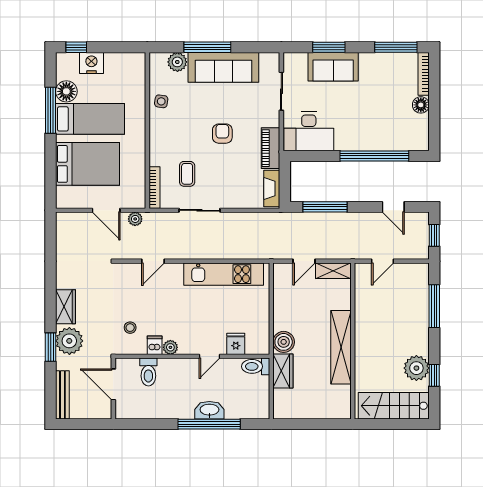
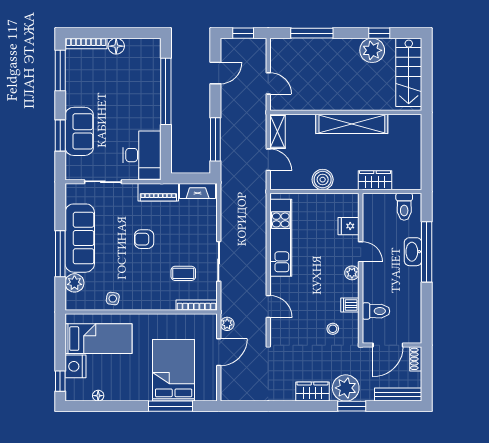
floor lamp: (66, 91) -> (98, 396), width x0.53, depth x0.53
window: (51, 110) -> (170, 406), moved
bed: (90, 119) -> (99, 339), moved, turned 90
boiler: (284, 342) -> (323, 180), moved
plant: (170, 347) -> (352, 273), moved
toilet: (256, 366) -> (404, 207), moved
shoe rack: (99, 413) -> (416, 359), added

